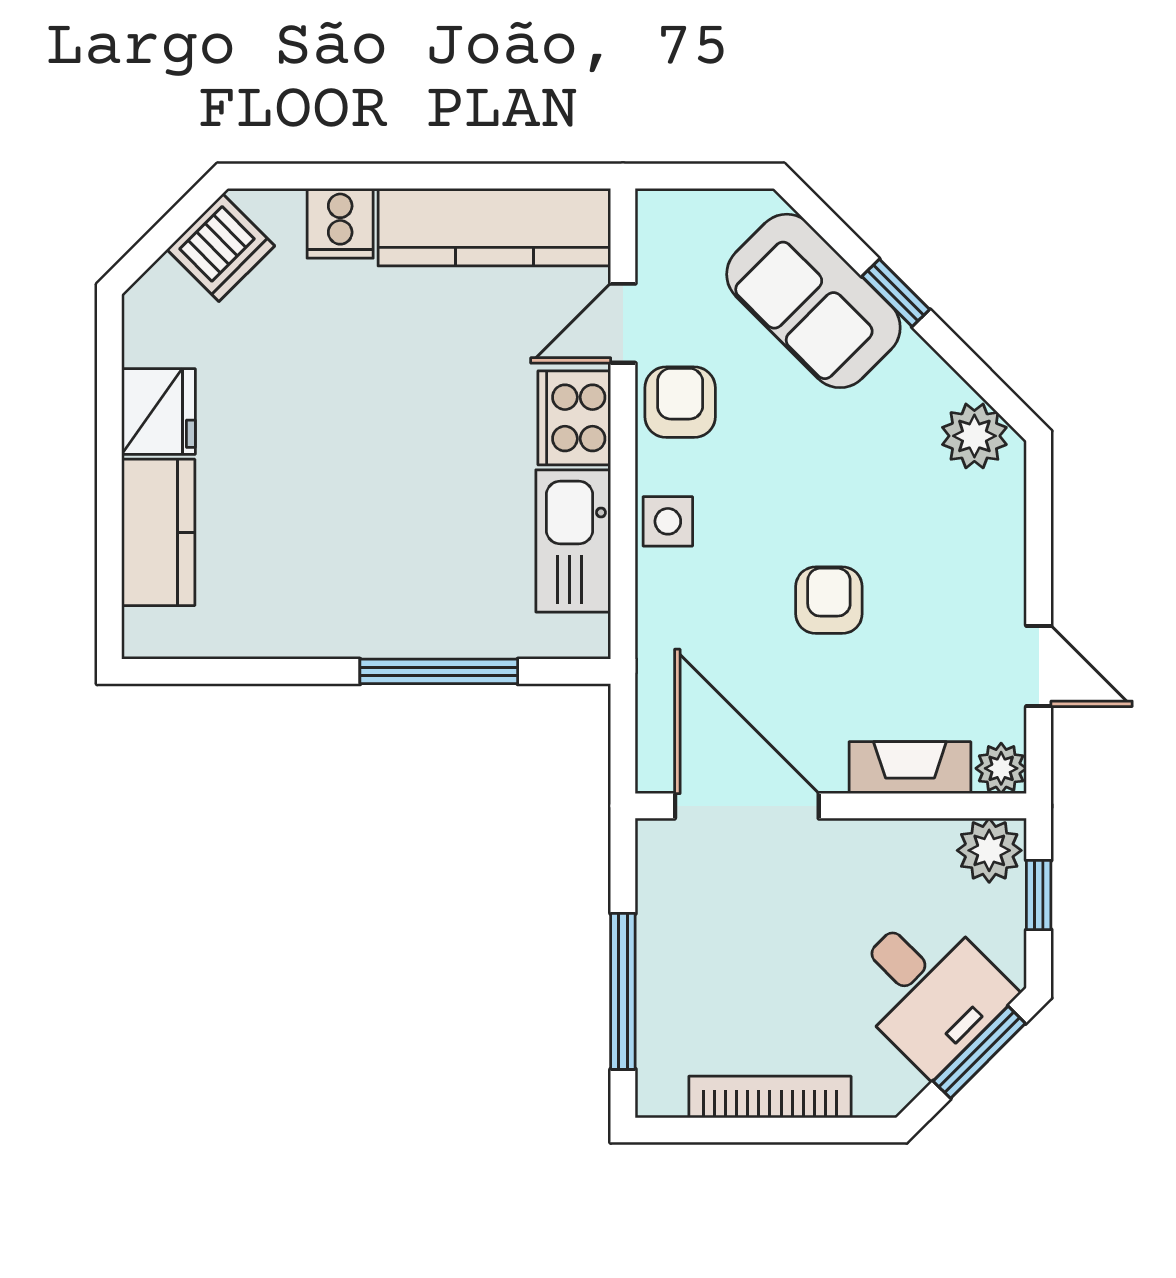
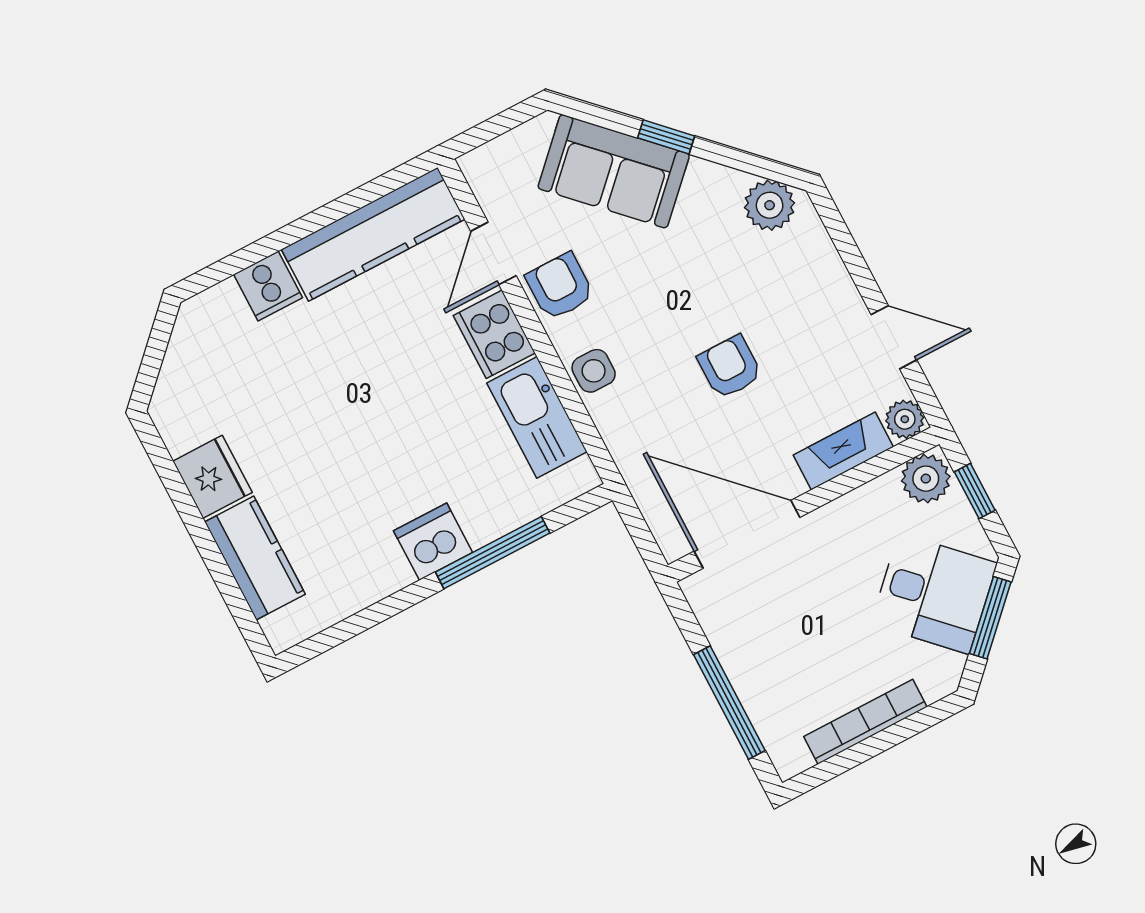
dishwasher: (221, 248) -> (433, 542), moved, turned -135

